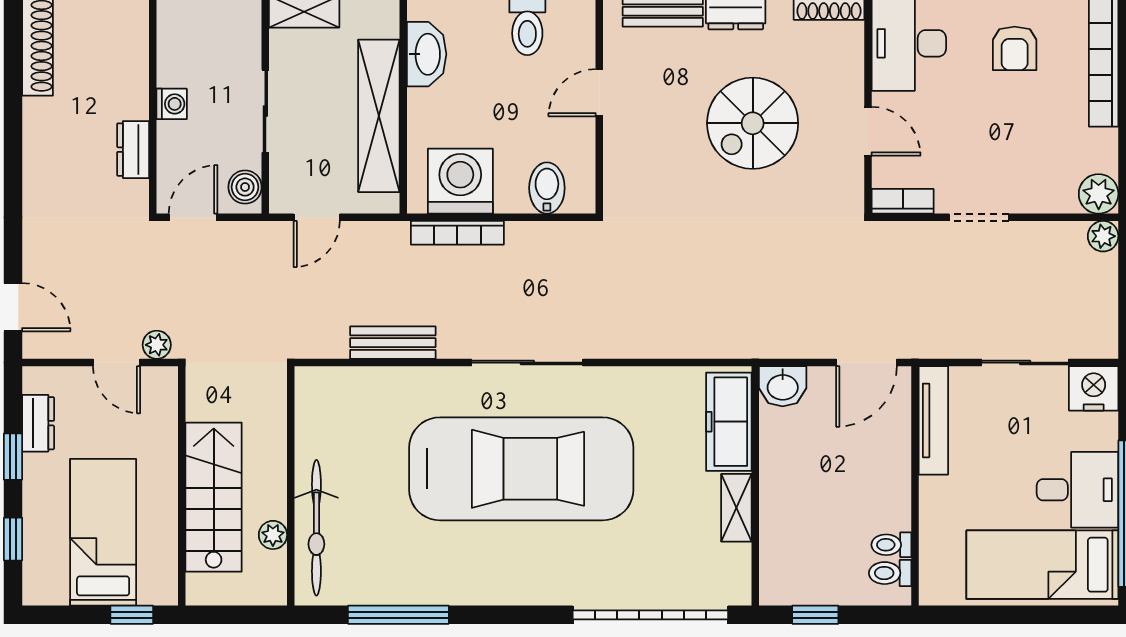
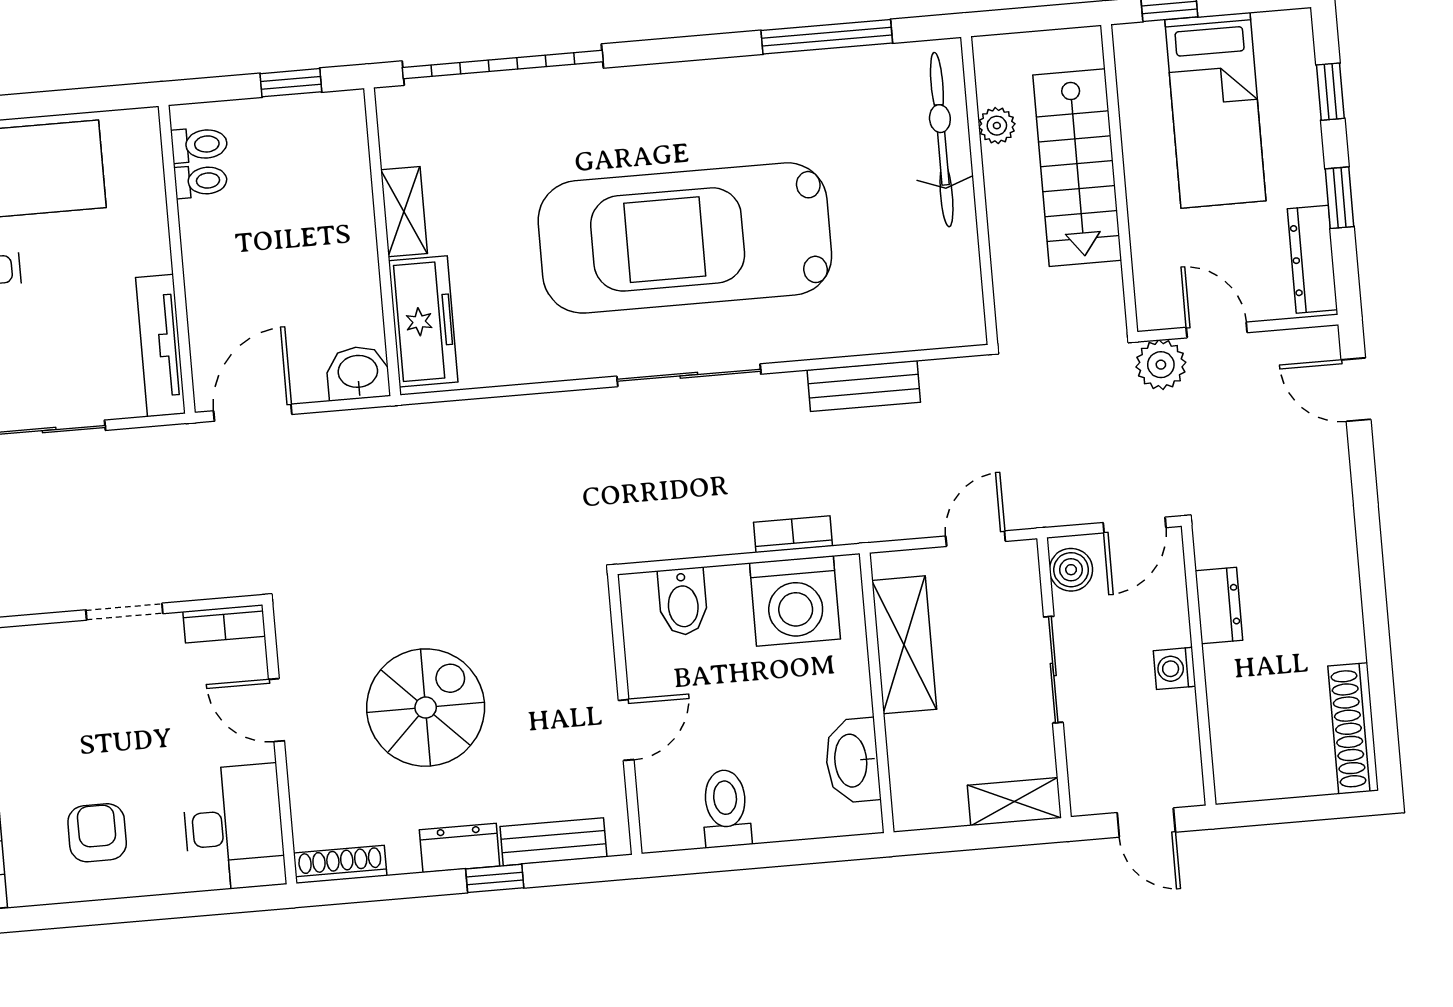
shelving: (379, 116) -> (904, 645), width x0.68
bookcase: (457, 233) -> (793, 534), width x0.64
plant: (157, 345) -> (1161, 365), width x1.38, depth x1.38
dresser: (38, 423) -> (1312, 259), width x1.44

